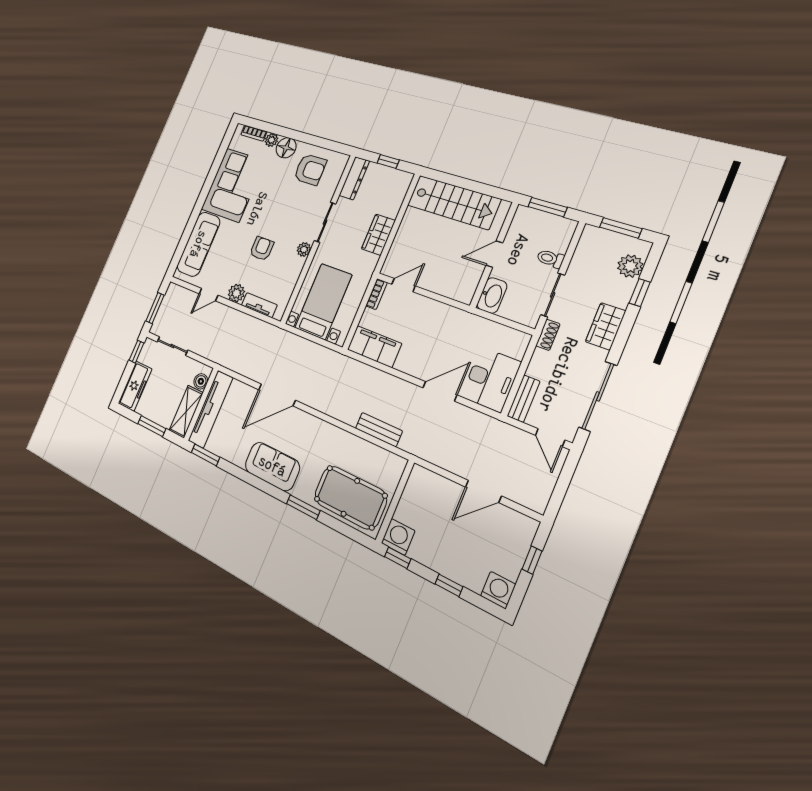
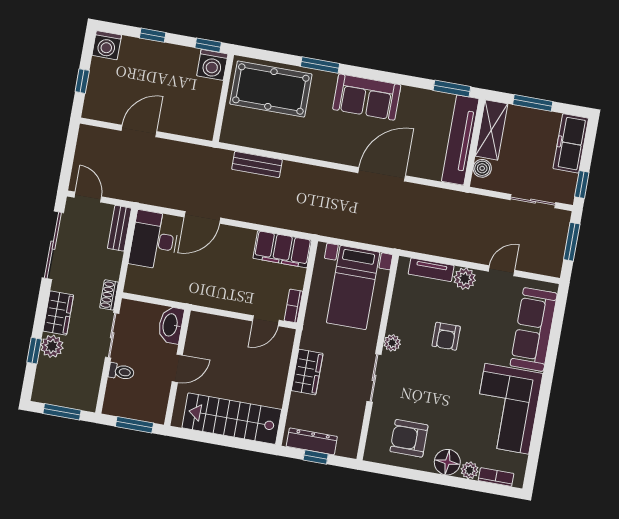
dresser: (354, 178) -> (312, 441), moved, turned 90
plant: (630, 266) -> (52, 346), moved

